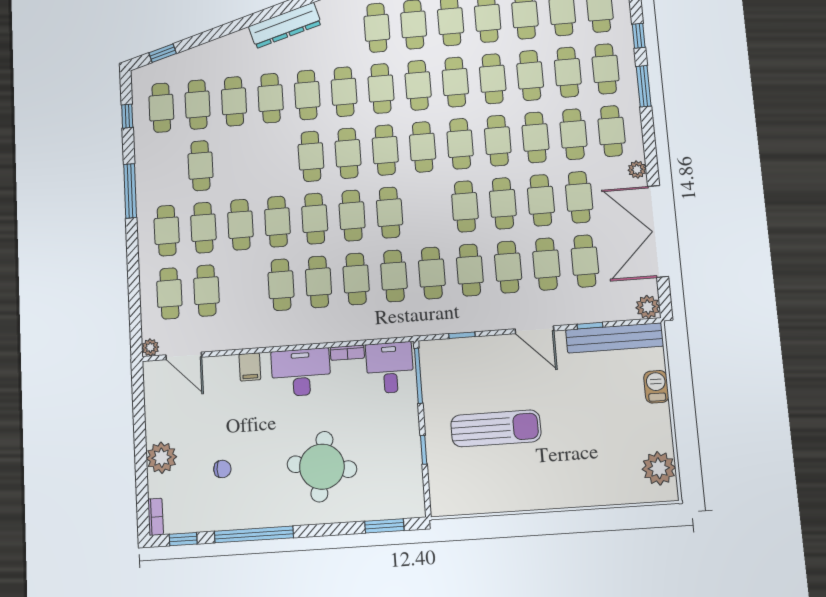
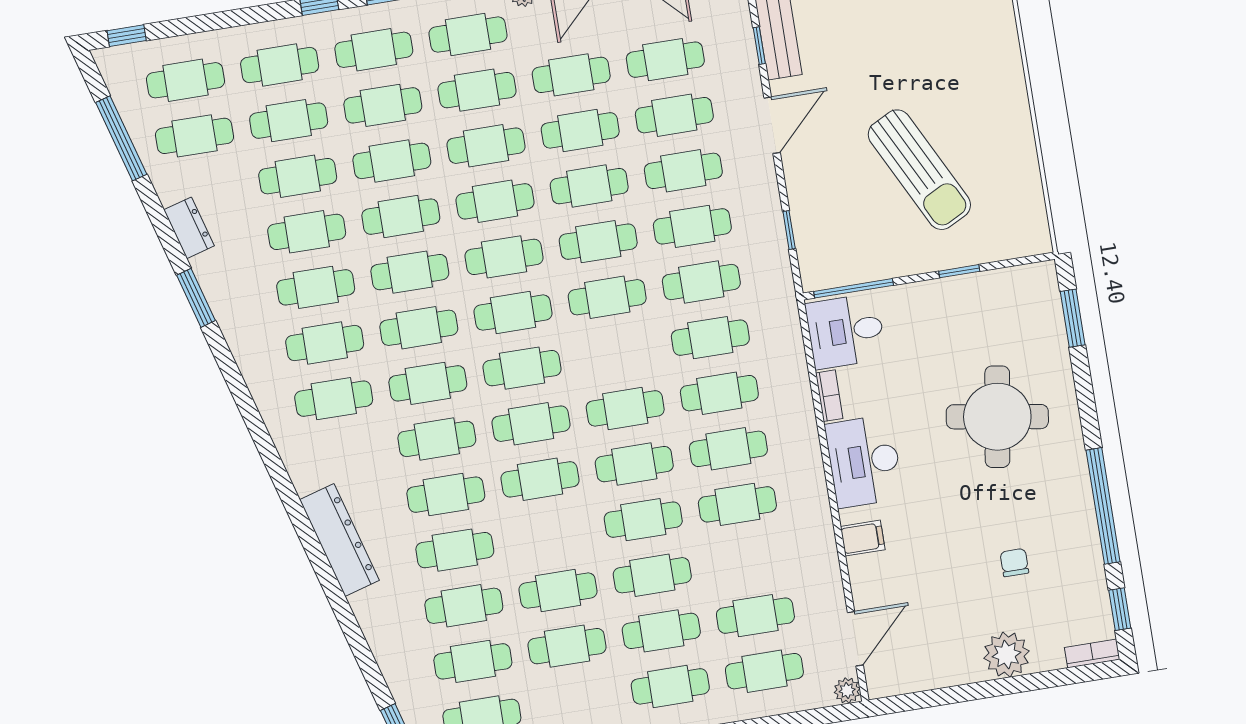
cafe table: (237, 163) -> (558, 591), added
cafe table: (390, 213) -> (607, 297), moved
sun lounger: (496, 428) -> (919, 170), turned 153

